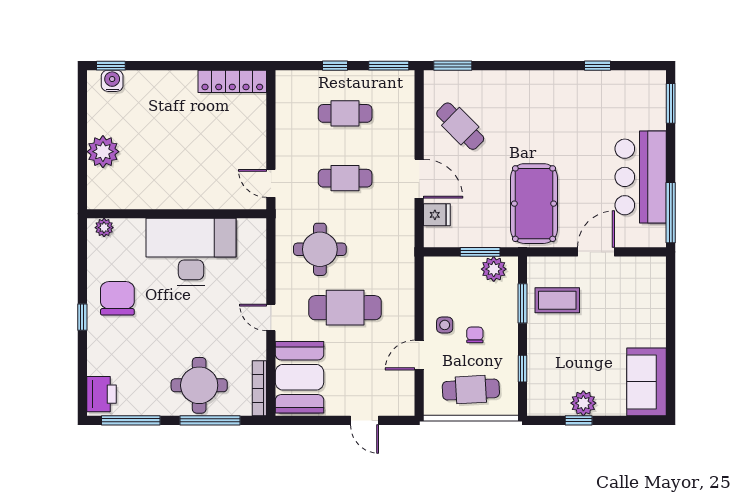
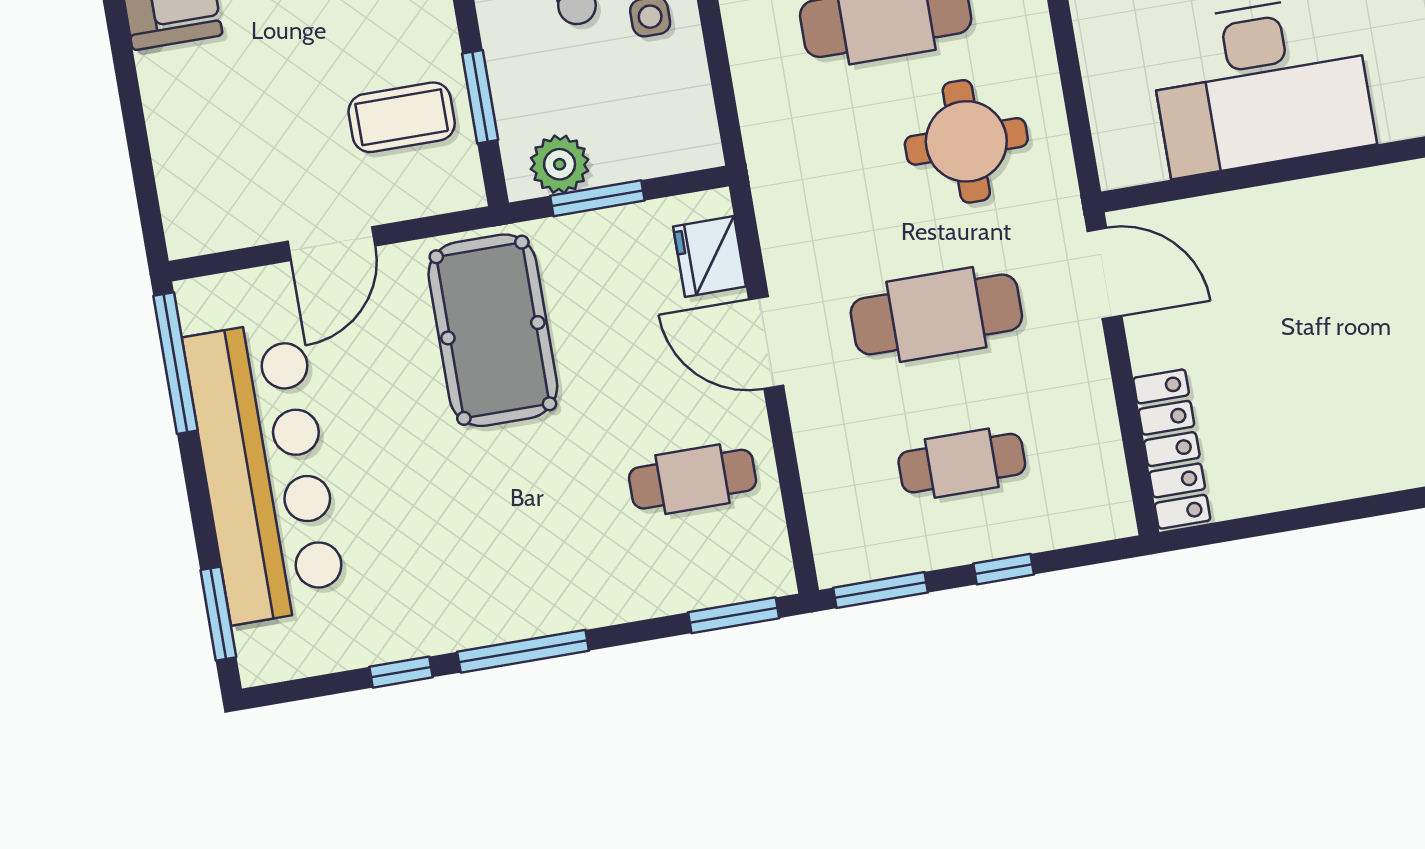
window: (544, 66) -> (523, 651), added
locker: (232, 81) -> (1172, 449), moved, turned 90
cafe table: (460, 126) -> (693, 479), turned -45
bar counter: (641, 177) -> (265, 472), width x1.36
cafe table: (345, 178) -> (936, 314), width x1.37, depth x1.35
door: (271, 183) -> (1104, 273), width x1.38
fridge: (437, 215) -> (709, 257), width x1.38

